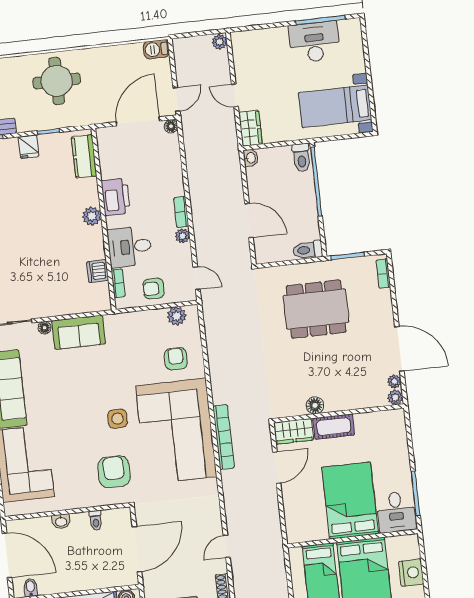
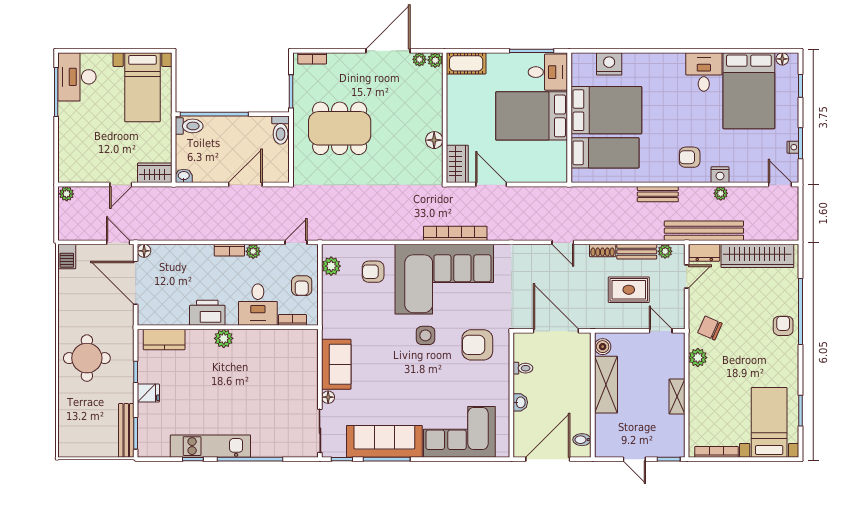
desk: (314, 42) -> (77, 77), moved
dishwasher: (98, 271) -> (278, 339), removed
dining table: (316, 309) -> (340, 128), turned 90
cot: (334, 427) -> (466, 63), moved, turned 90

